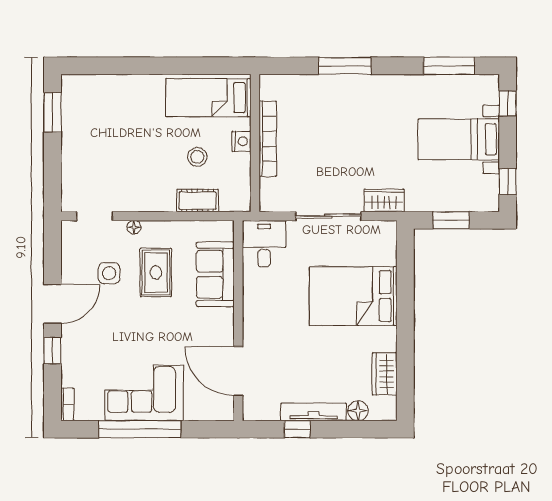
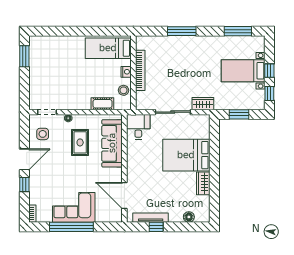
window: (508, 103) -> (269, 71), moved
stool: (197, 157) -> (124, 90), moved
side table: (109, 273) -> (43, 134), moved
sofa: (215, 274) -> (112, 143), width x1.36
wardrobe: (385, 374) -> (203, 183), moved
tv unit: (314, 412) -> (151, 218), moved

